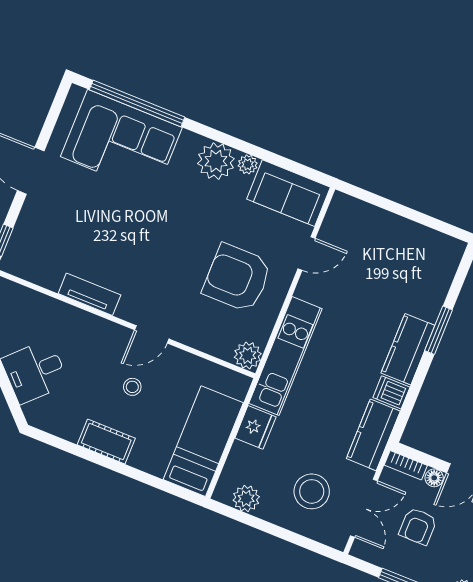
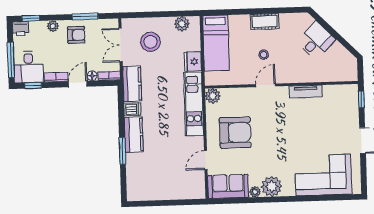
window: (137, 103) -> (324, 198), removed
armchair: (418, 526) -> (76, 35), moved, turned 90

